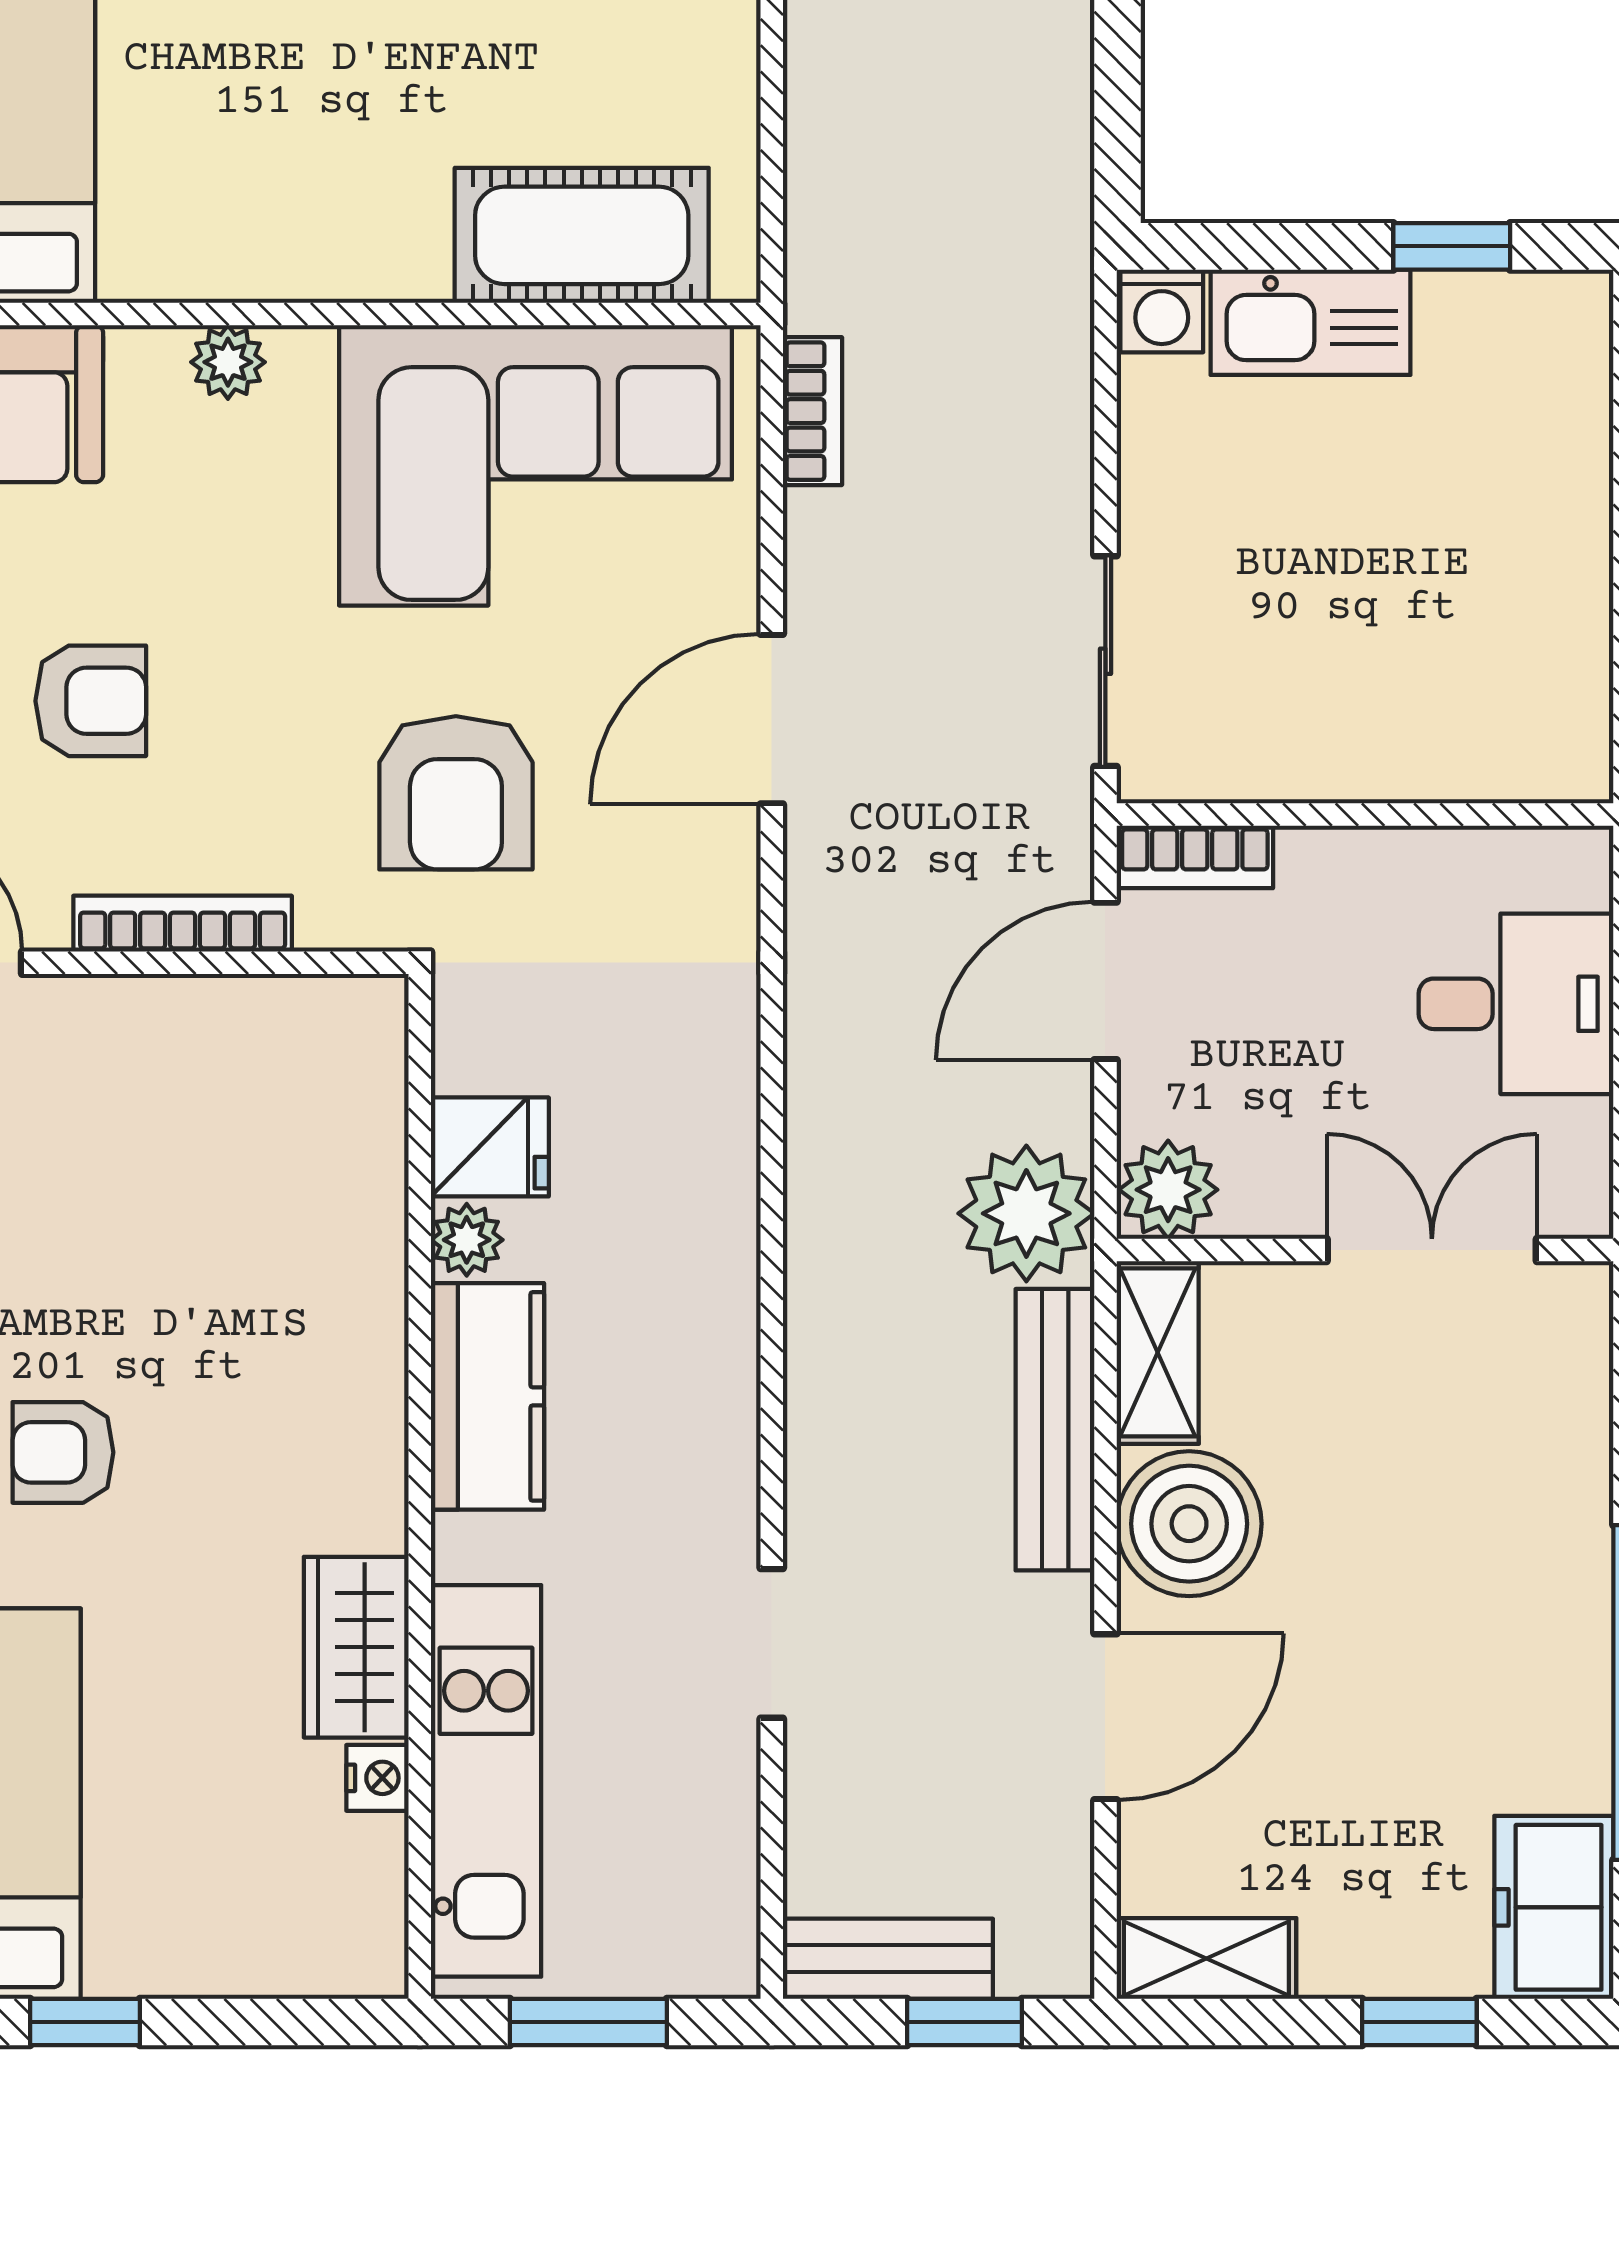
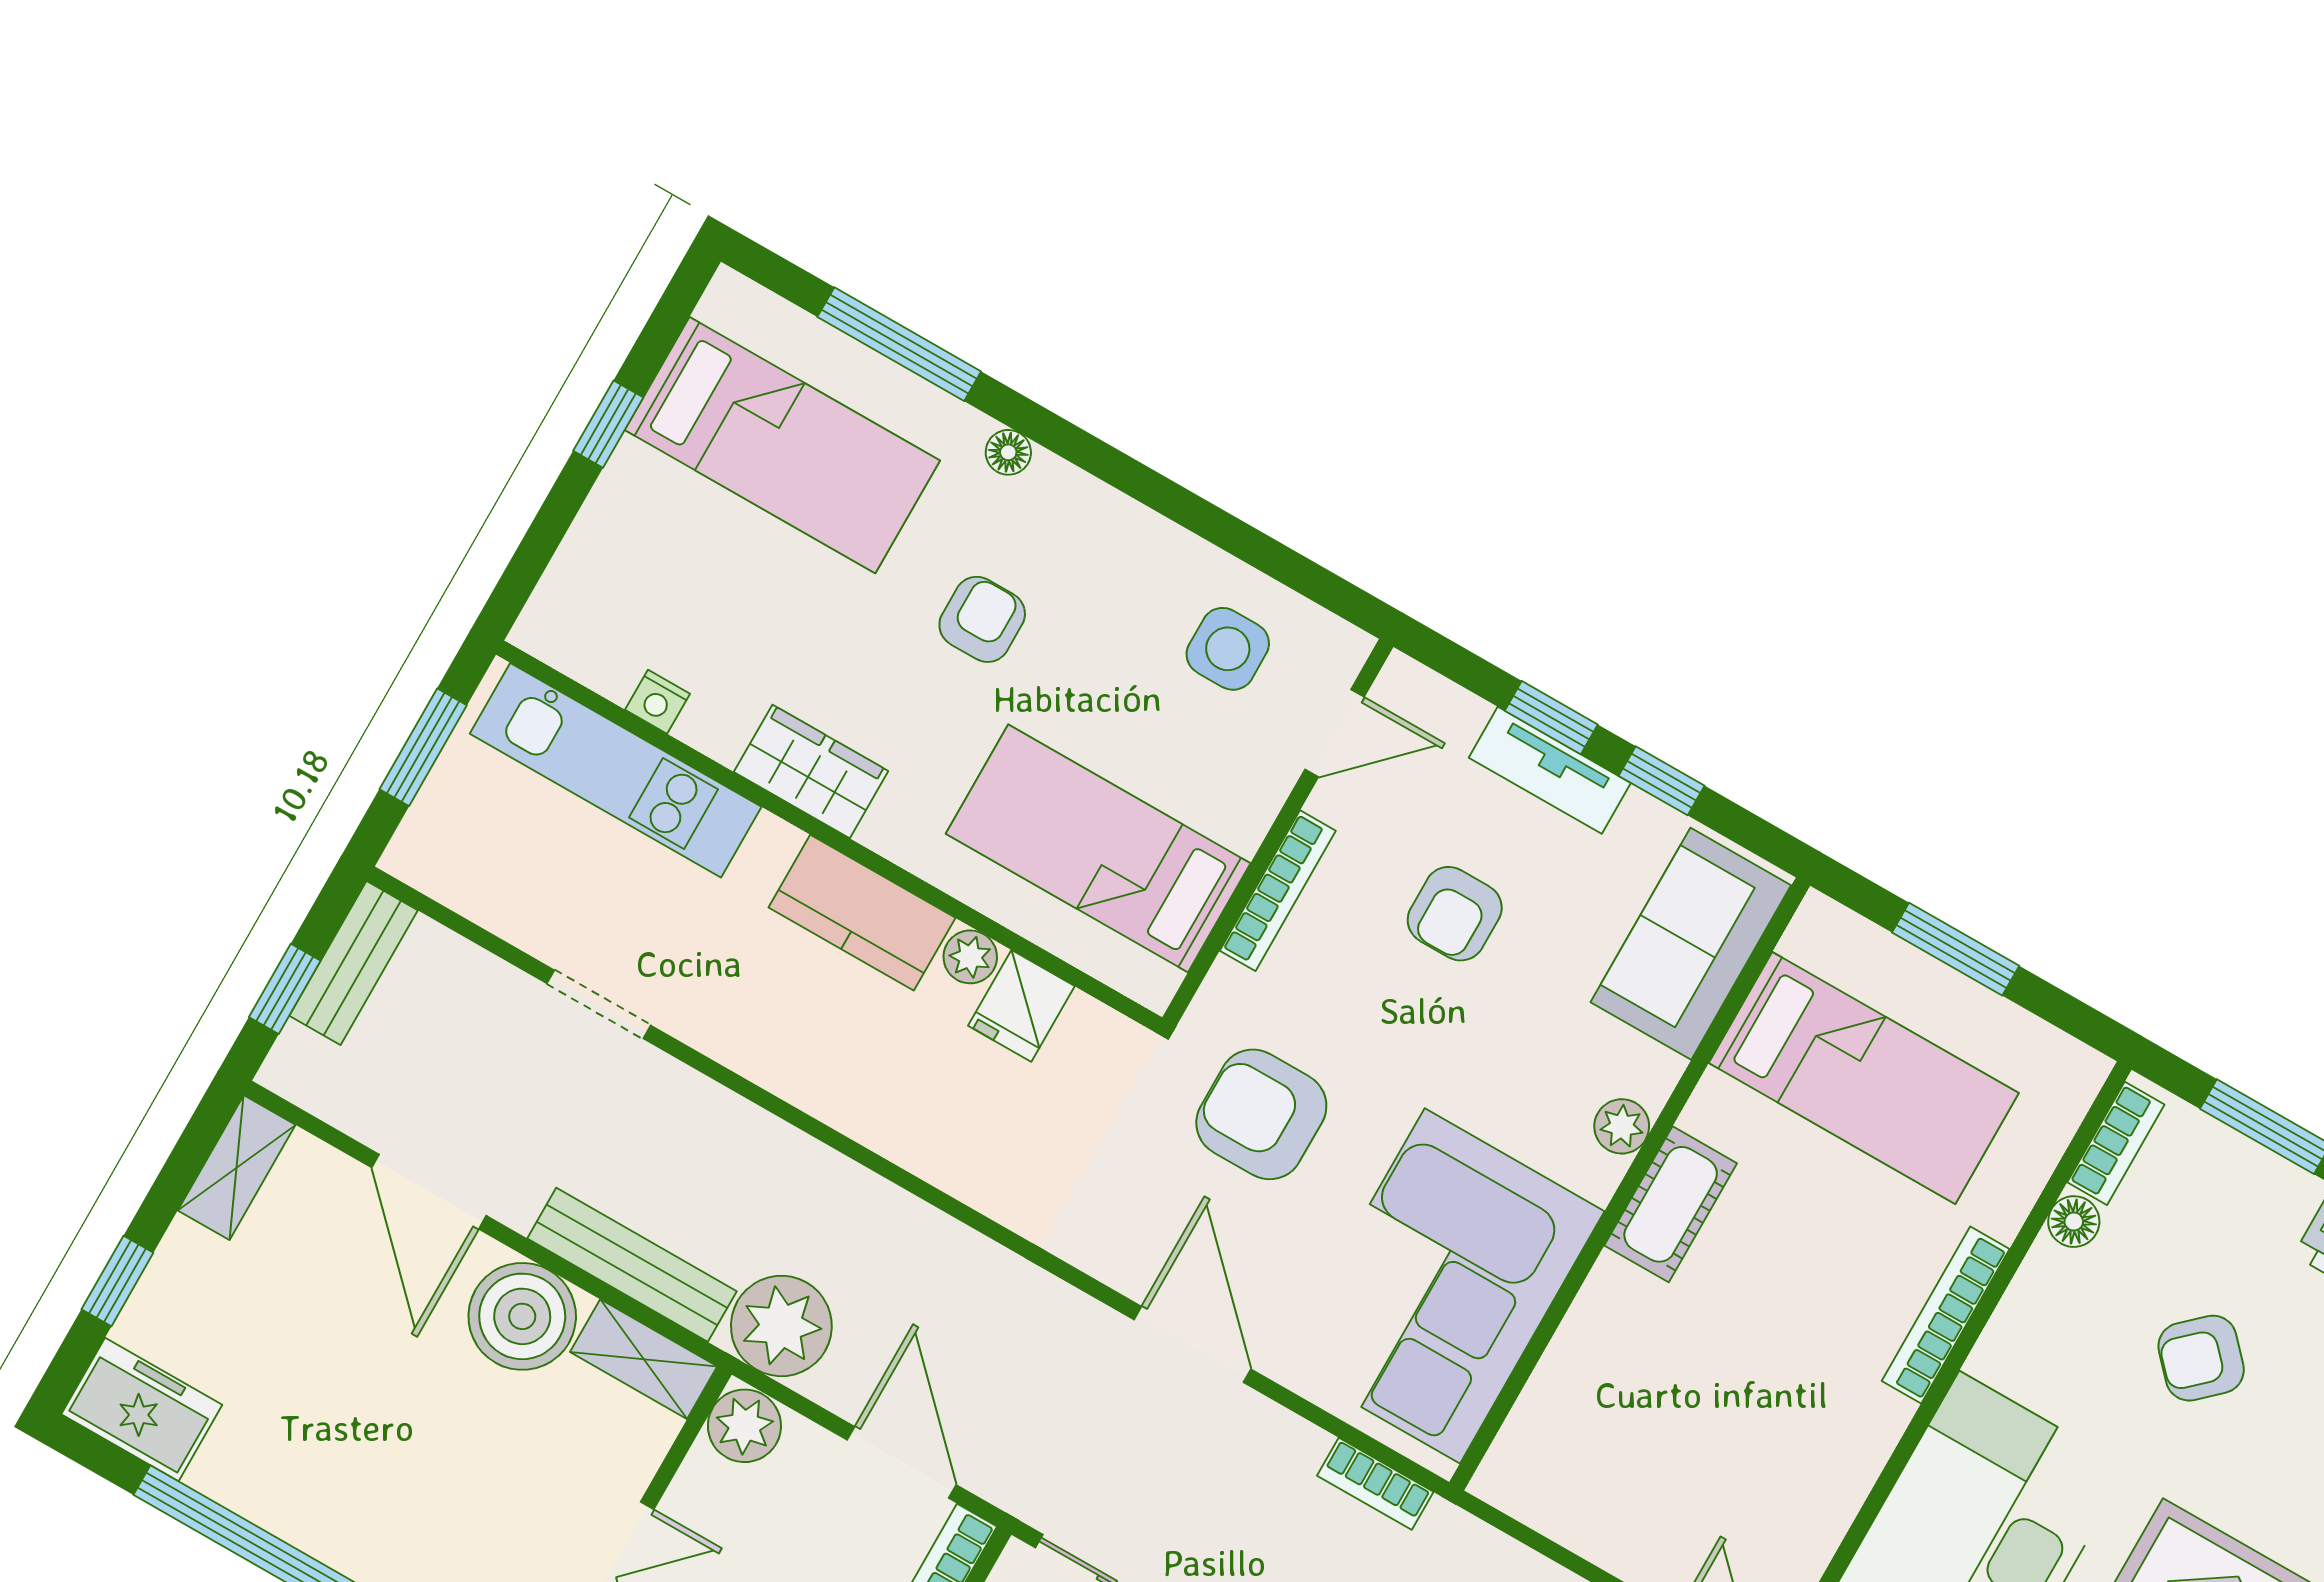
cot: (582, 235) -> (1671, 1204), moved, width x0.73, depth x0.75
bed: (254, 1163) -> (1098, 848), added
wardrobe: (356, 1647) -> (811, 771), moved

